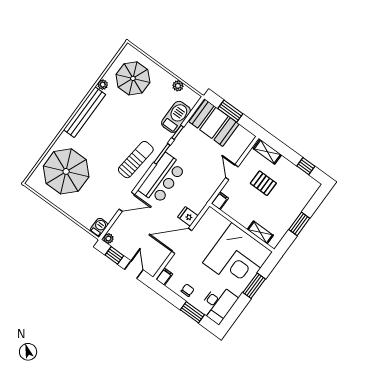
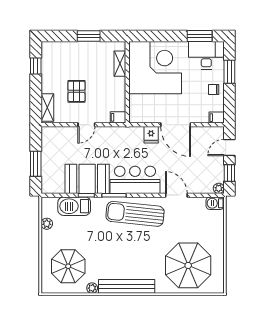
booth: (214, 123) -> (87, 179), moved, turned 90
sun lounger: (136, 160) -> (135, 214), width x1.36, depth x1.34
window: (254, 286) -> (200, 36), moved

